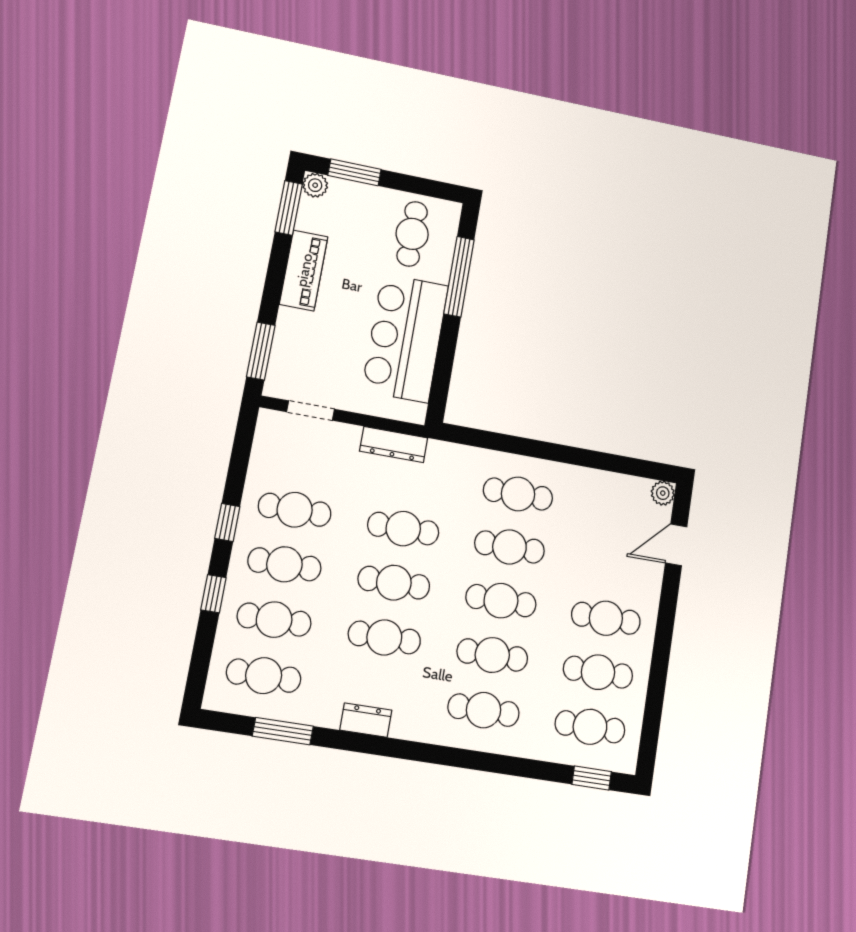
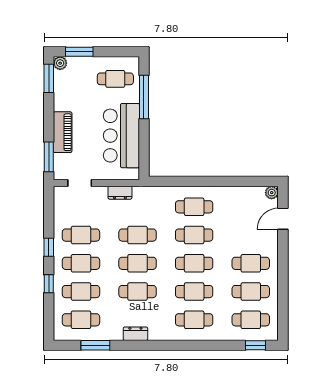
cafe table: (412, 234) -> (115, 79), turned 90
piano: (304, 270) -> (63, 132), moved
dresser: (394, 445) -> (120, 193), width x0.70

